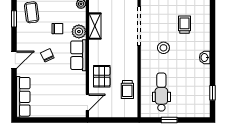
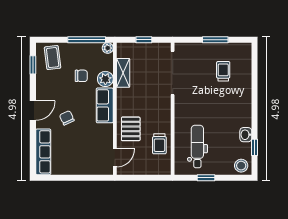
stool: (163, 48) -> (241, 166), moved
chair: (47, 55) -> (67, 118), moved
washbasin: (205, 57) -> (246, 135), moved

